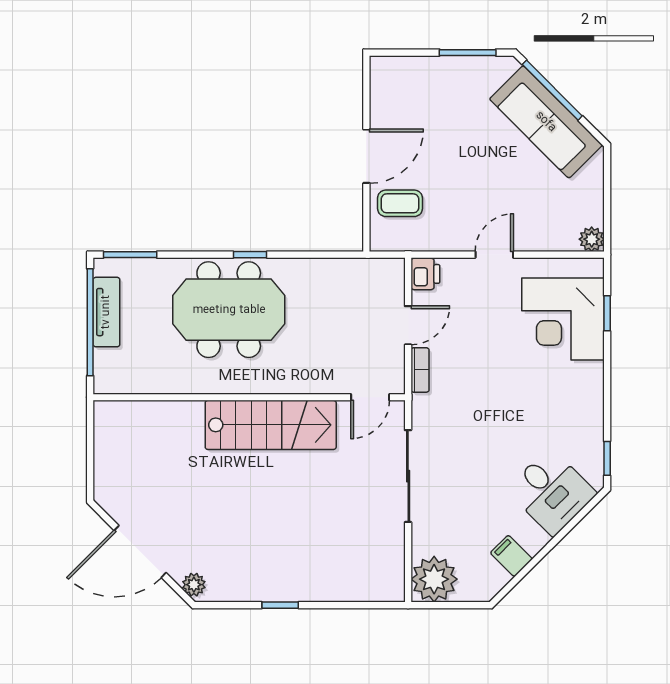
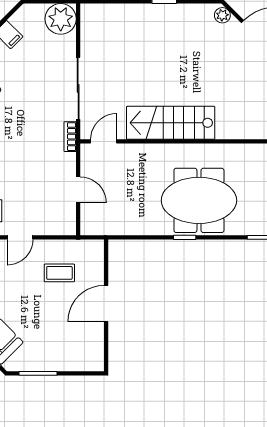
coffee table: (400, 203) -> (59, 273), moved
printer: (425, 274) -> (66, 224), removed
door: (408, 325) -> (78, 190), swing flipped
bookcase: (420, 370) -> (70, 137), moved

